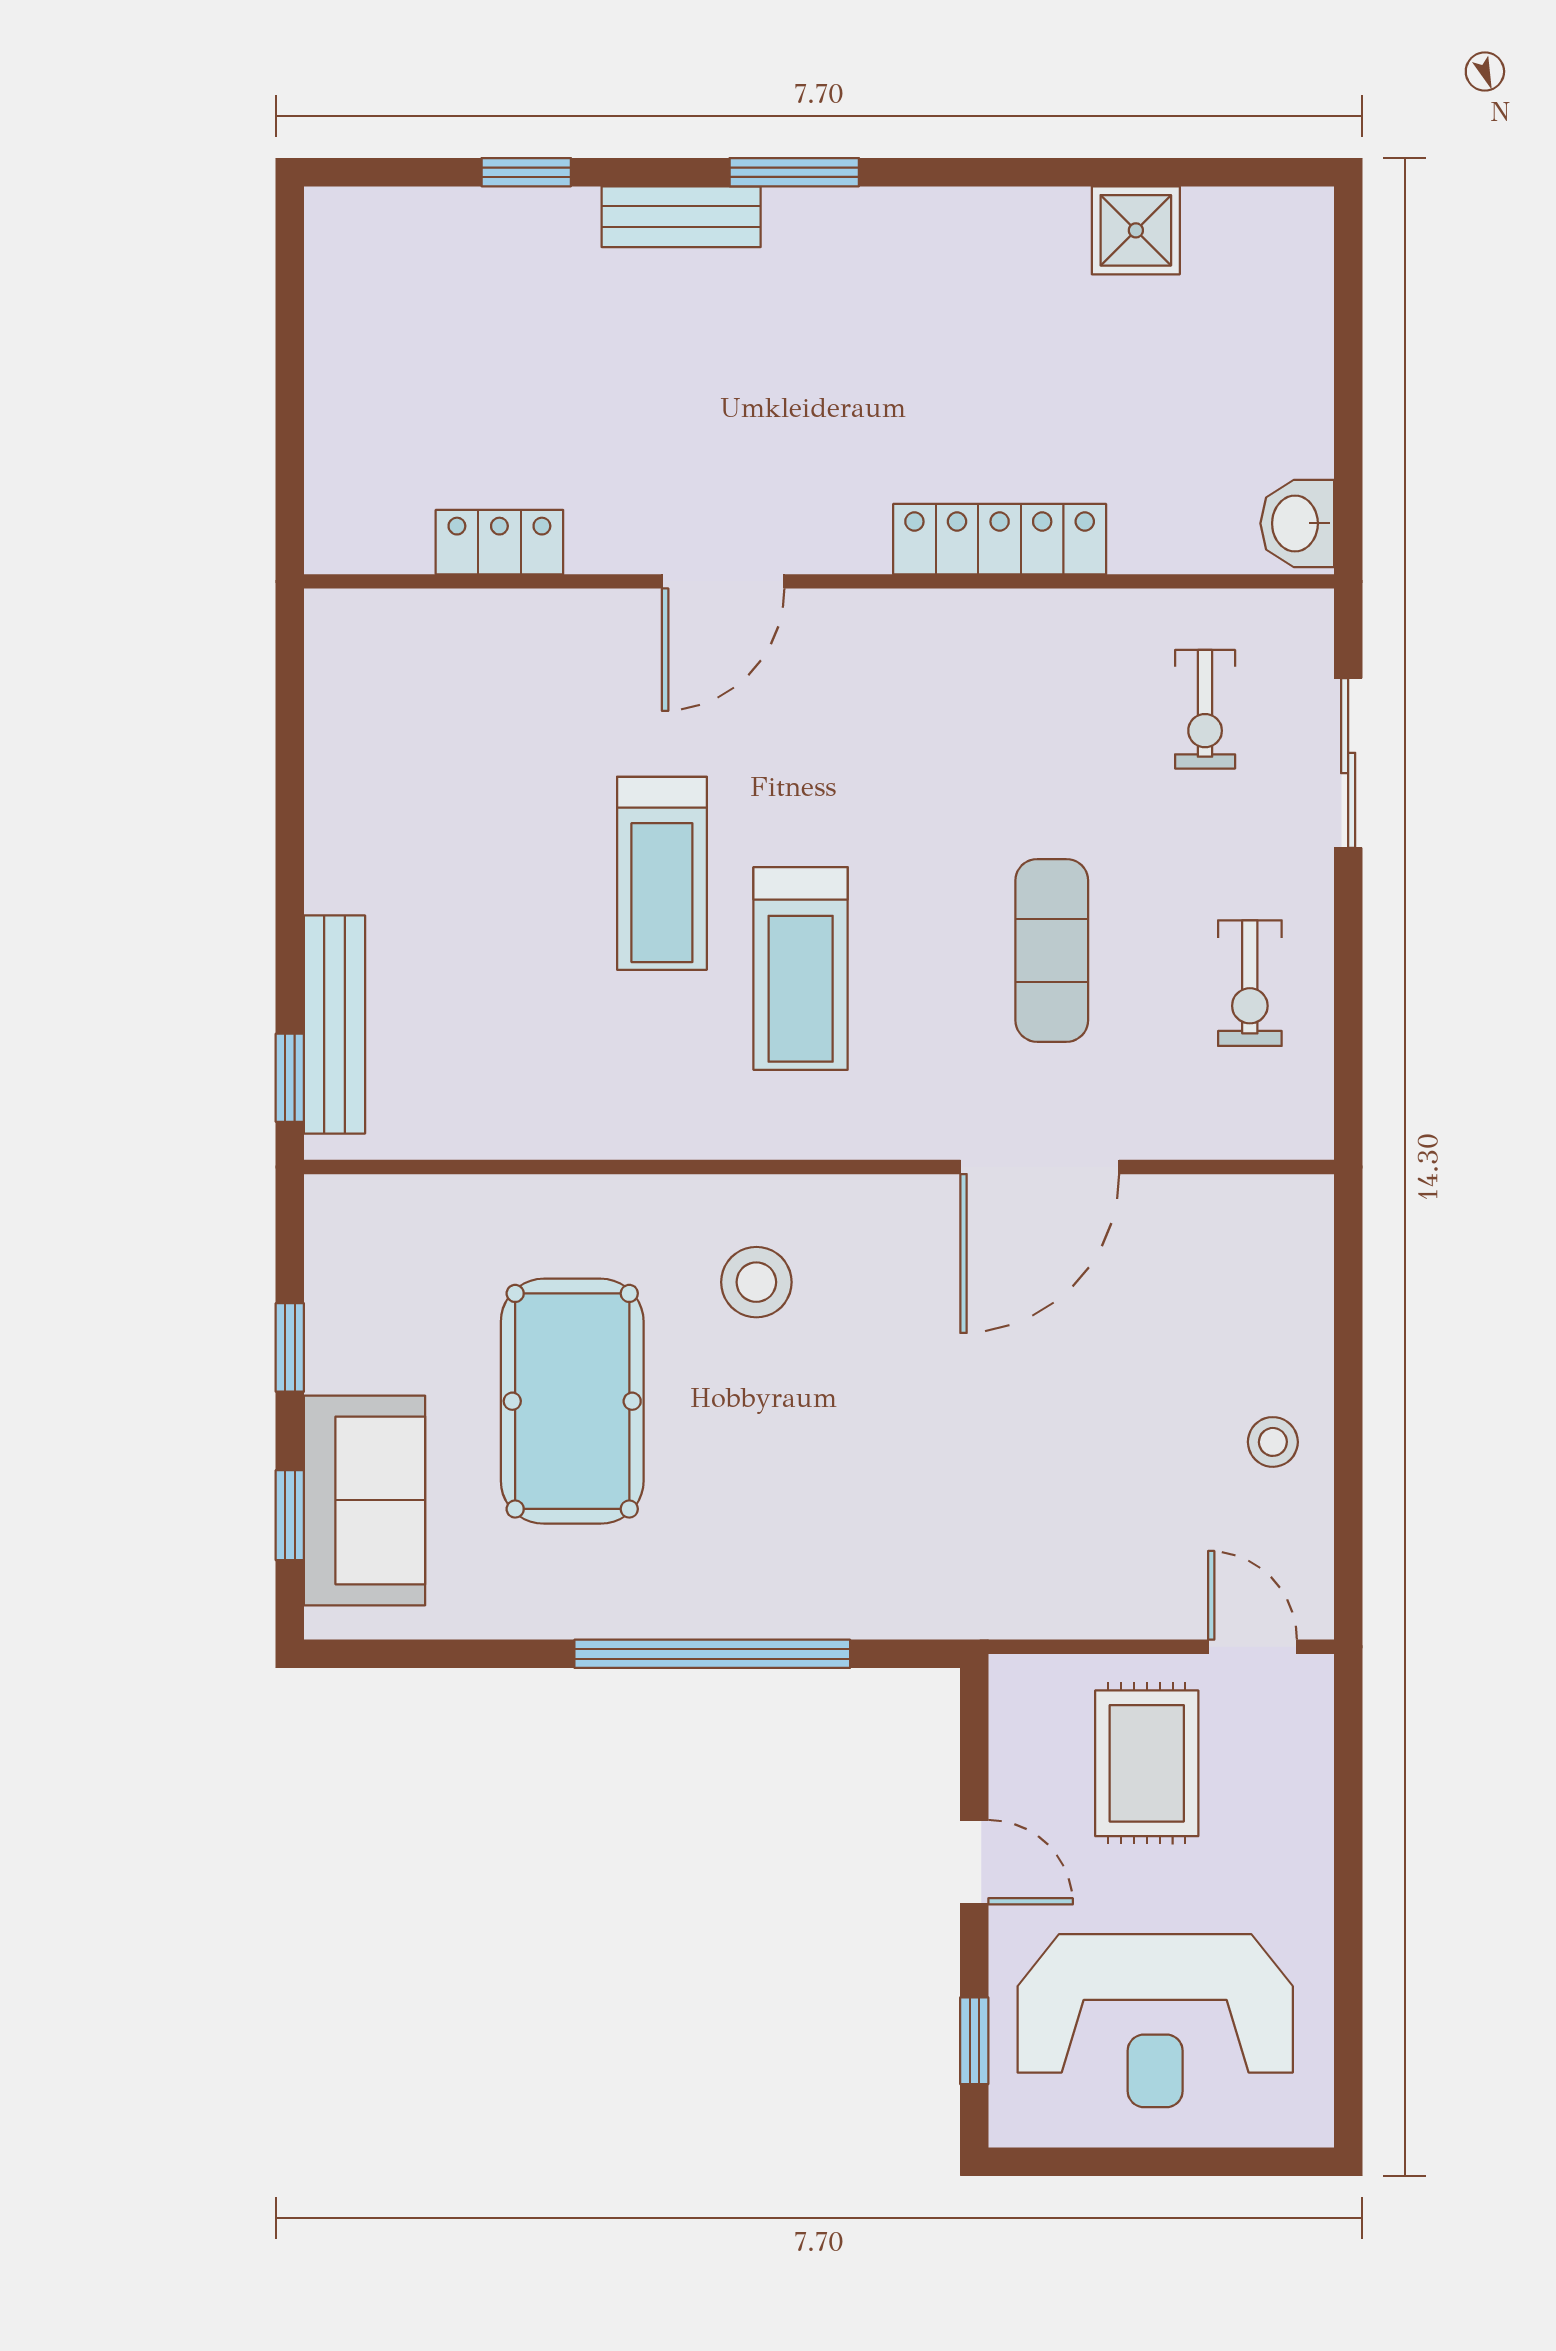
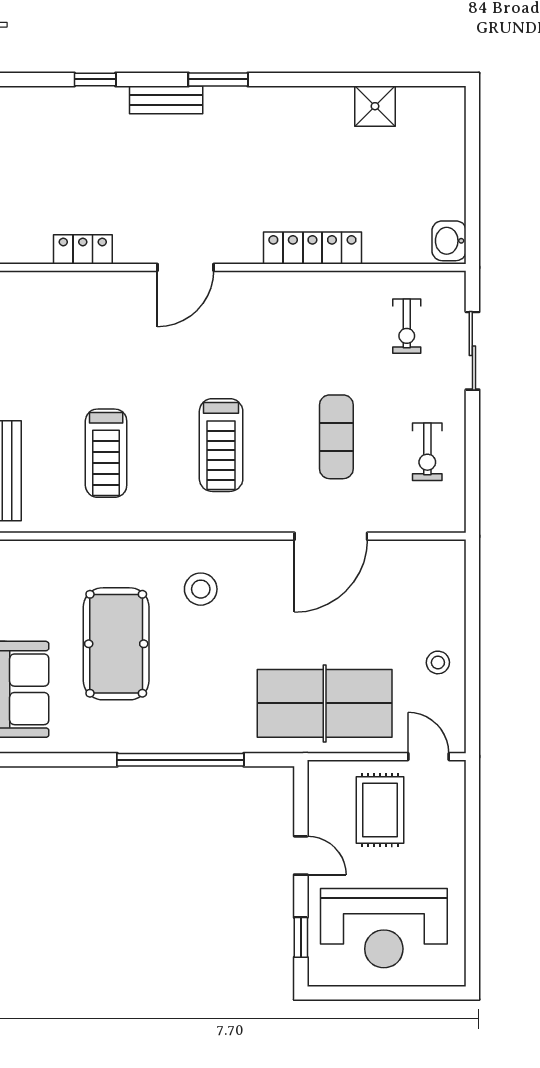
treadmill: (662, 873) -> (106, 453), moved
table tennis table: (1026, 1531) -> (325, 703), added

